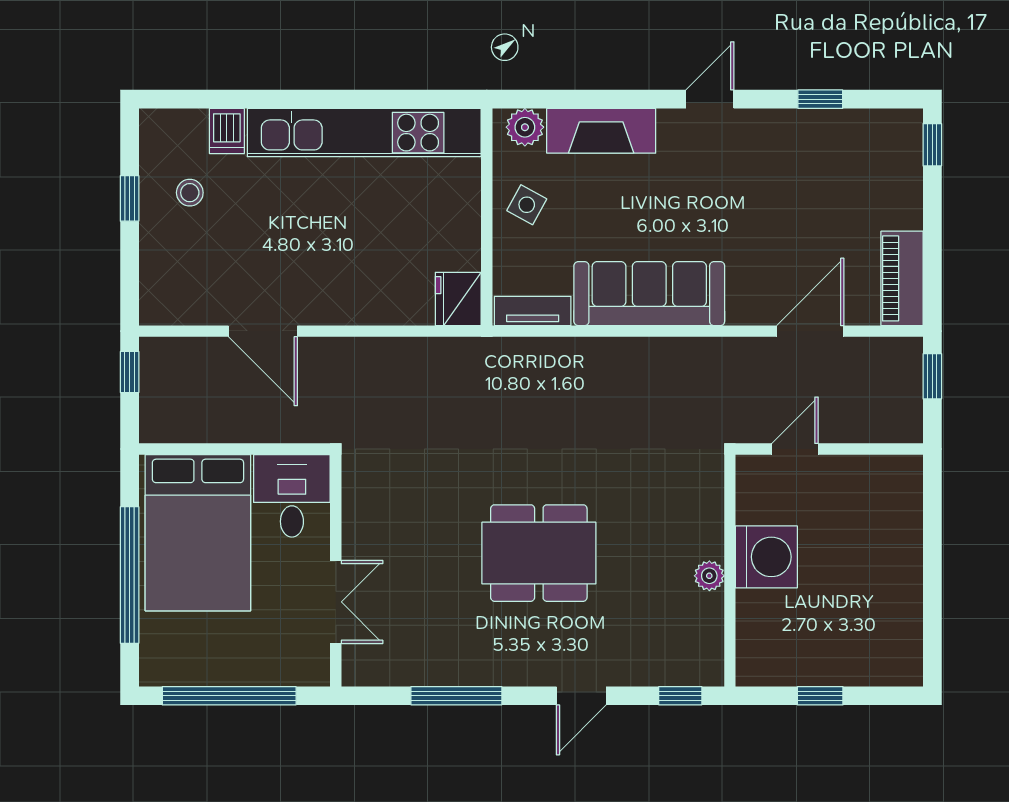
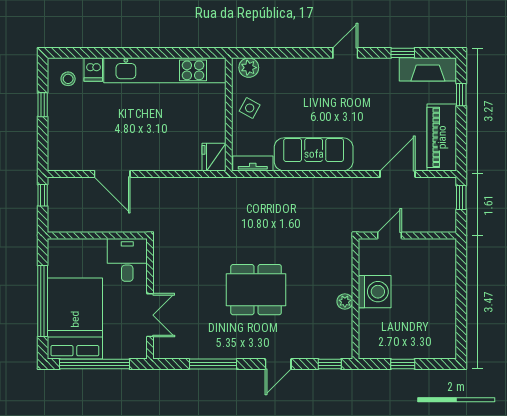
fireplace: (601, 131) -> (428, 69), moved
window: (932, 145) -> (461, 95), moved
stool: (190, 193) -> (68, 79), moved
piano: (902, 278) -> (442, 137), width x1.37, depth x1.33
bed: (198, 533) -> (75, 319), moved, turned 180

